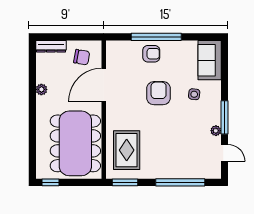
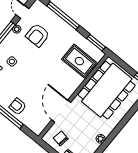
door: (104, 85) -> (61, 111), swing flipped
armchair: (159, 93) -> (37, 35), moved
rug: (127, 150) -> (79, 61), turned 90

